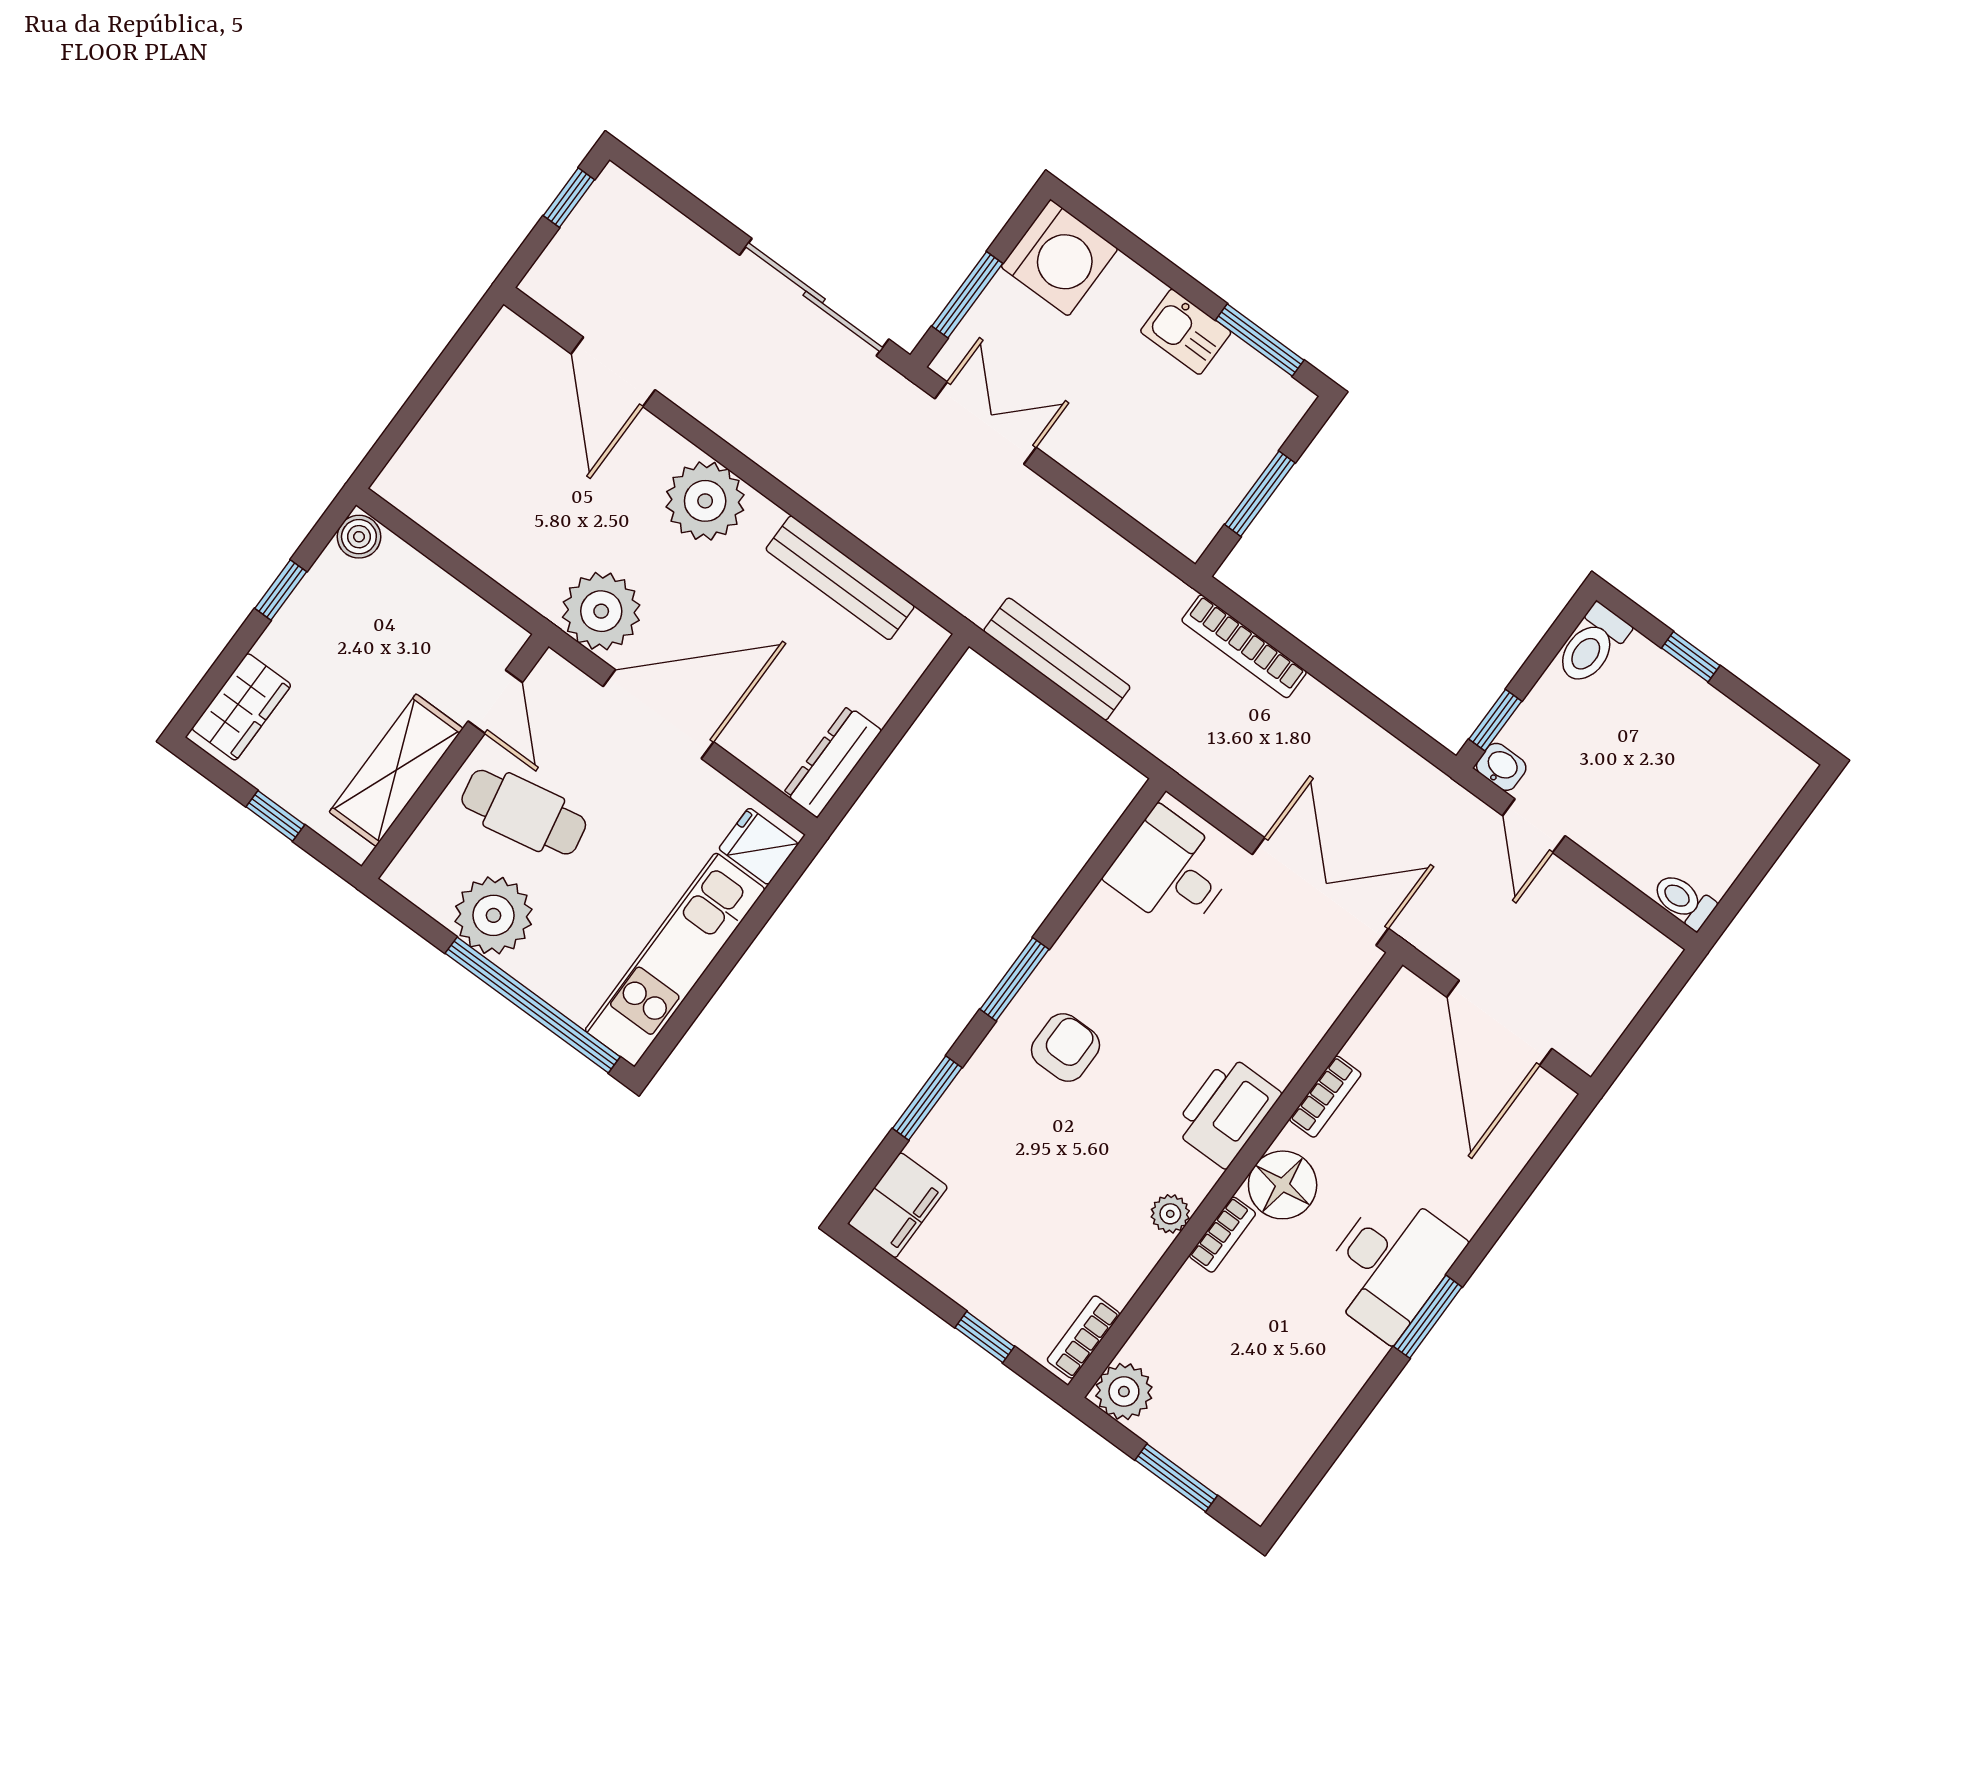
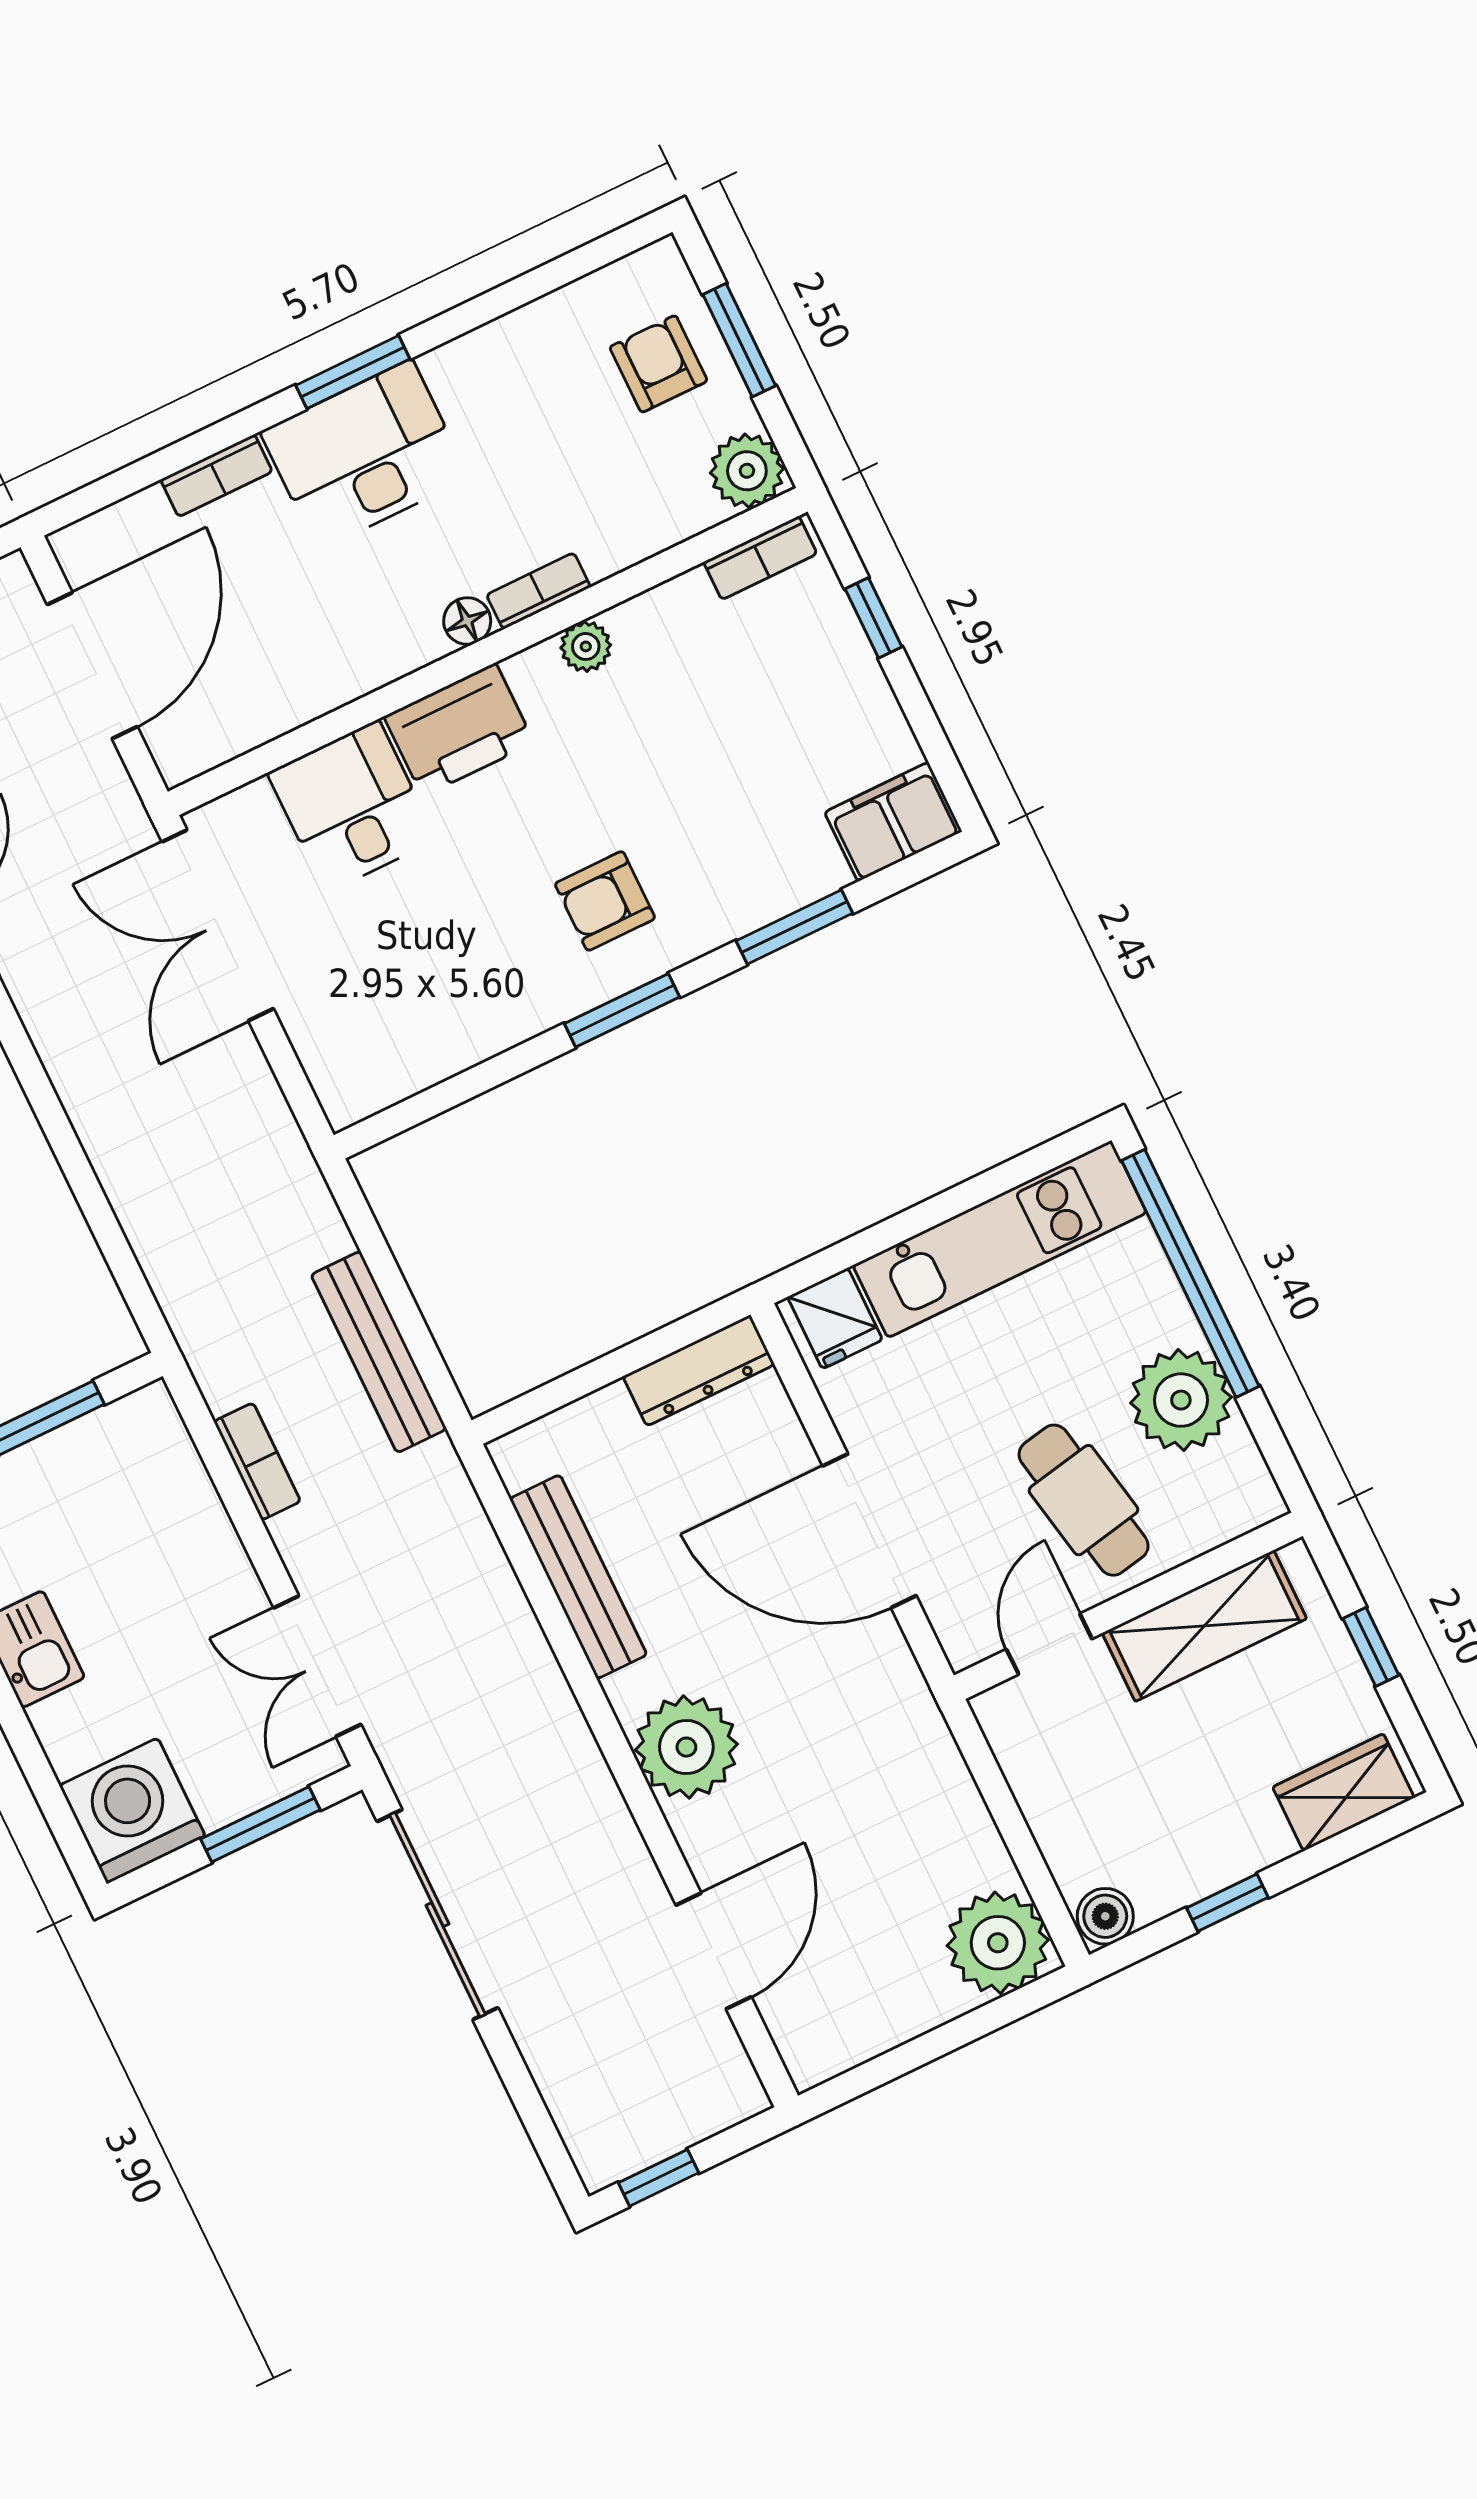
plant: (601, 611) -> (998, 1943), moved
bookcase: (1244, 646) -> (257, 1461), moved, width x0.64
desk: (1171, 871) -> (352, 806), moved, turned 180
bookcase: (1325, 1097) -> (216, 476), moved, turned 180
floor lamp: (1283, 1185) -> (467, 621), width x0.53, depth x0.53
armchair: (1223, 1432) -> (659, 364), added

